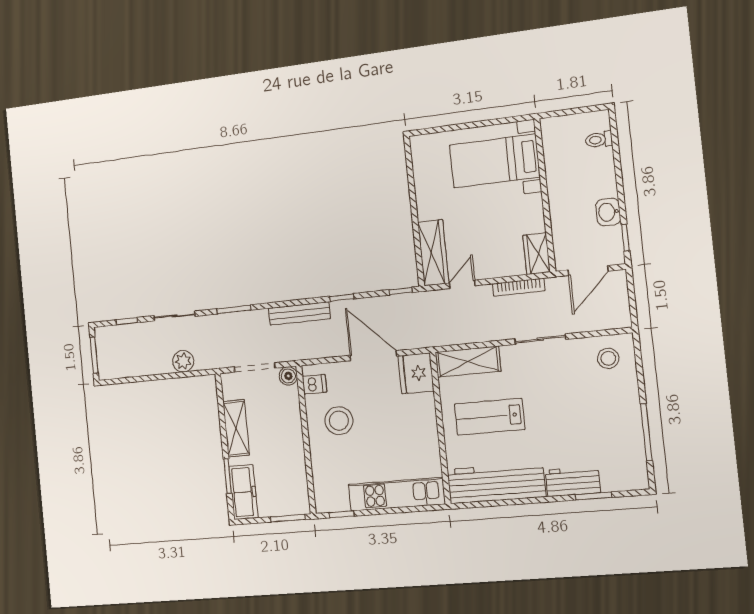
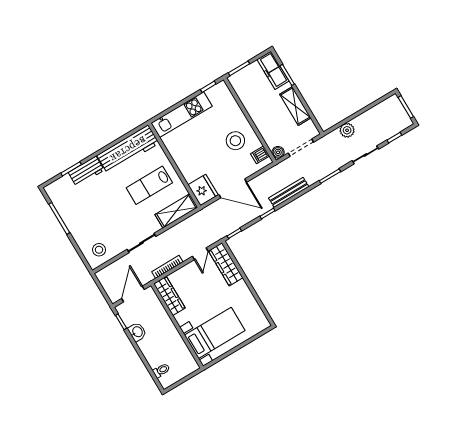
wardrobe: (537, 254) -> (169, 296), width x1.50
lab bench: (490, 417) -> (149, 185), turned 180

